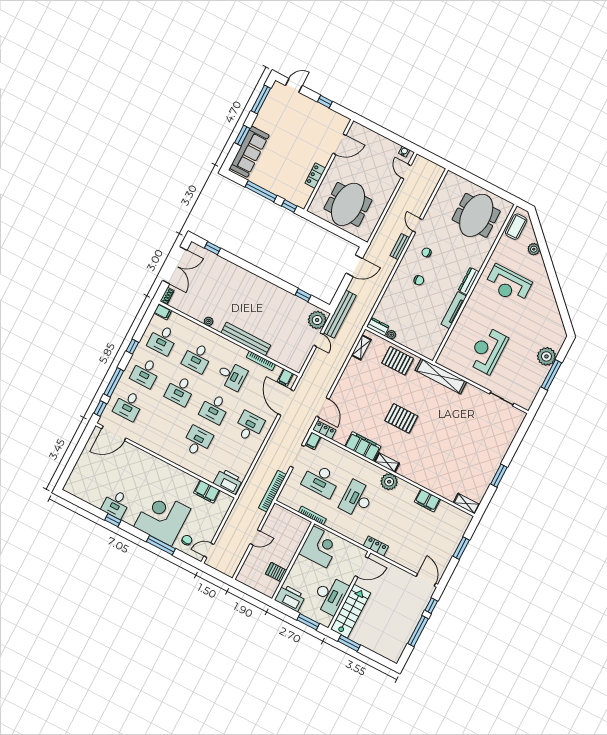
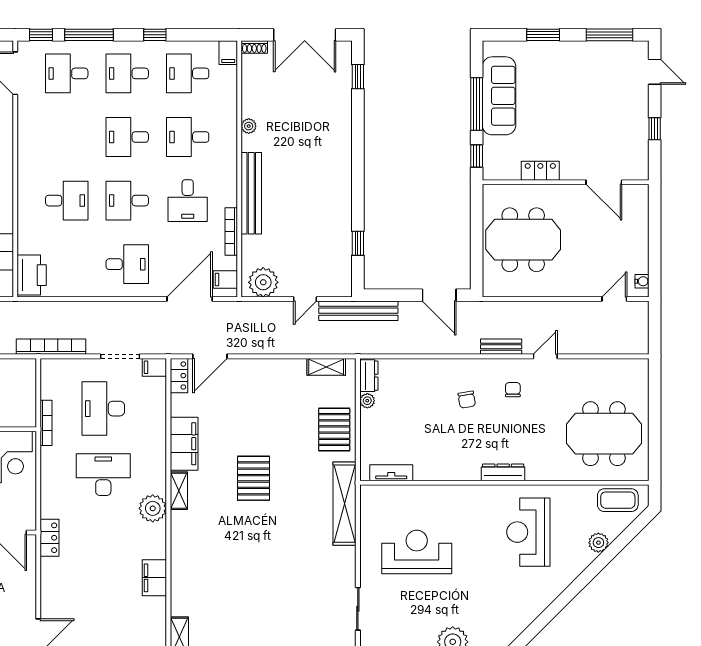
sofa: (249, 152) -> (499, 96), moved, turned -90
tv unit: (454, 310) -> (391, 473), moved, width x0.71
plant: (317, 320) -> (263, 282), moved

